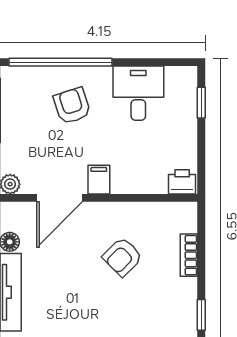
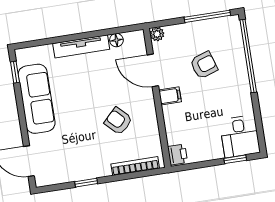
desk: (138, 93) -> (240, 136), moved, turned 90
armchair: (72, 106) -> (204, 65), moved
bookcase: (189, 255) -> (135, 166), width x1.56

